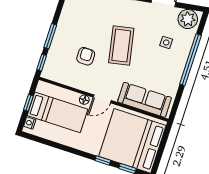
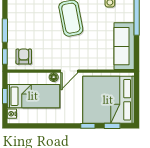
armchair: (86, 56) -> (24, 56), moved
sofa: (145, 100) -> (124, 46), moved, turned -90

